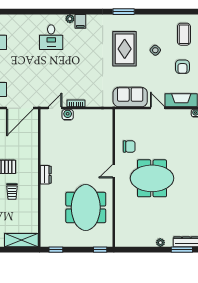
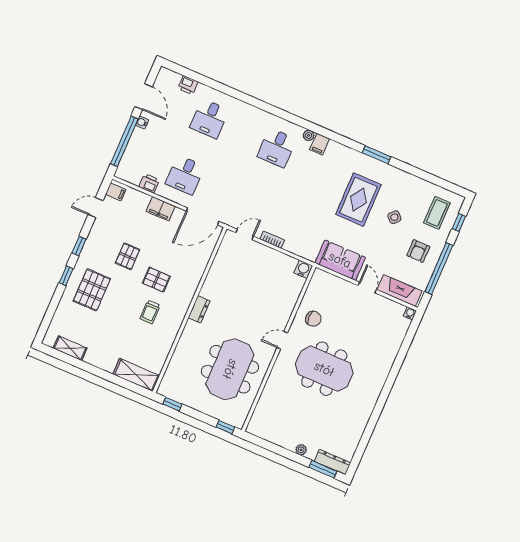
water cooler: (68, 115) -> (303, 269), moved

